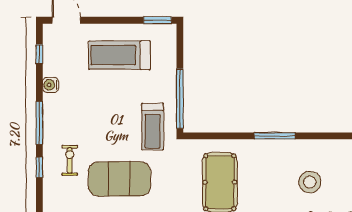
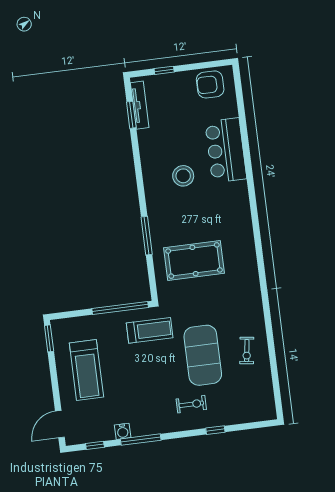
window: (39, 123) -> (141, 440), moved
window: (274, 136) -> (147, 236), moved
exercise bike: (70, 160) -> (191, 404), turned 180
window: (39, 167) -> (215, 430), moved

